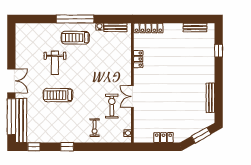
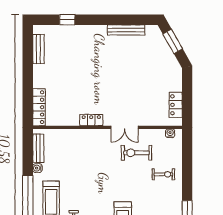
locker: (138, 59) -> (91, 120), moved
locker: (163, 138) -> (176, 105), moved

